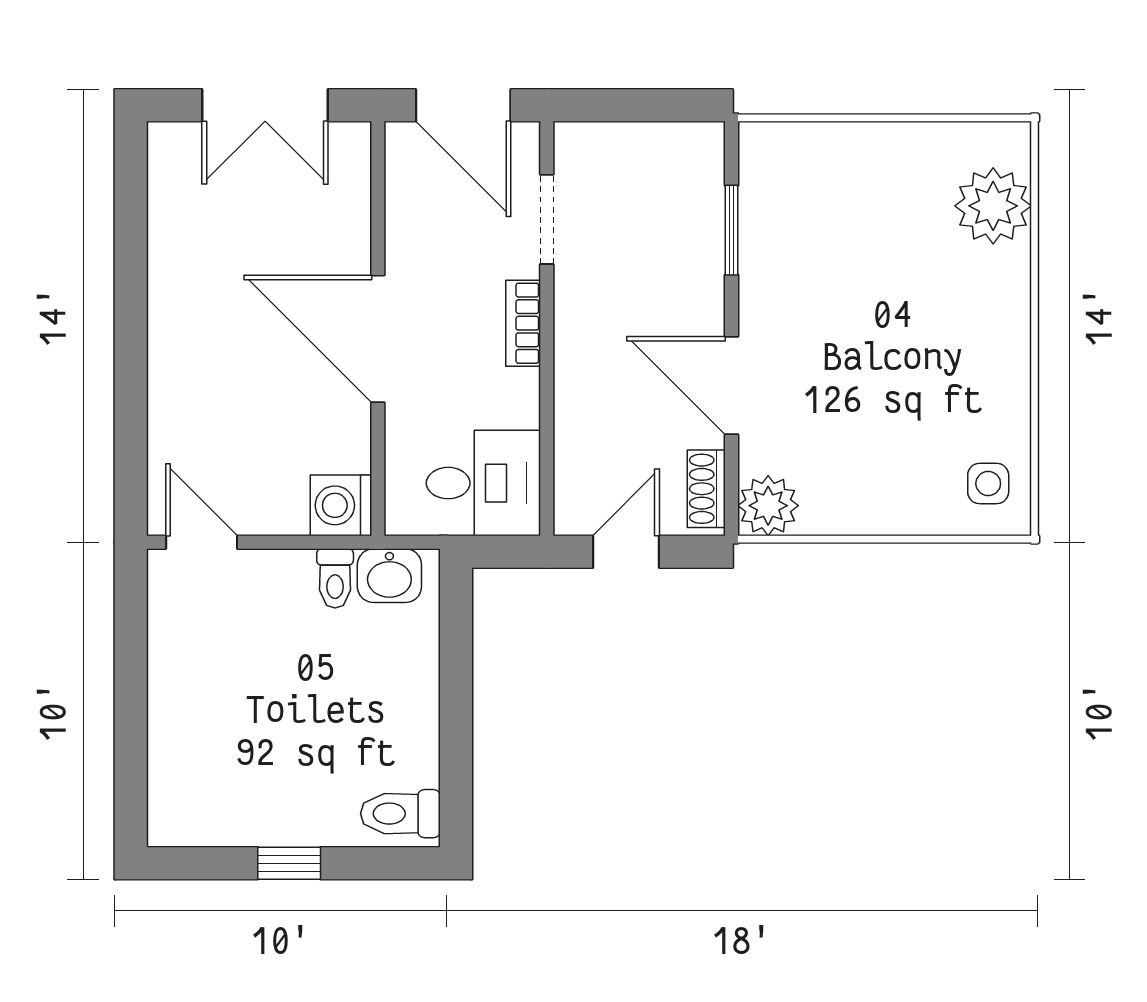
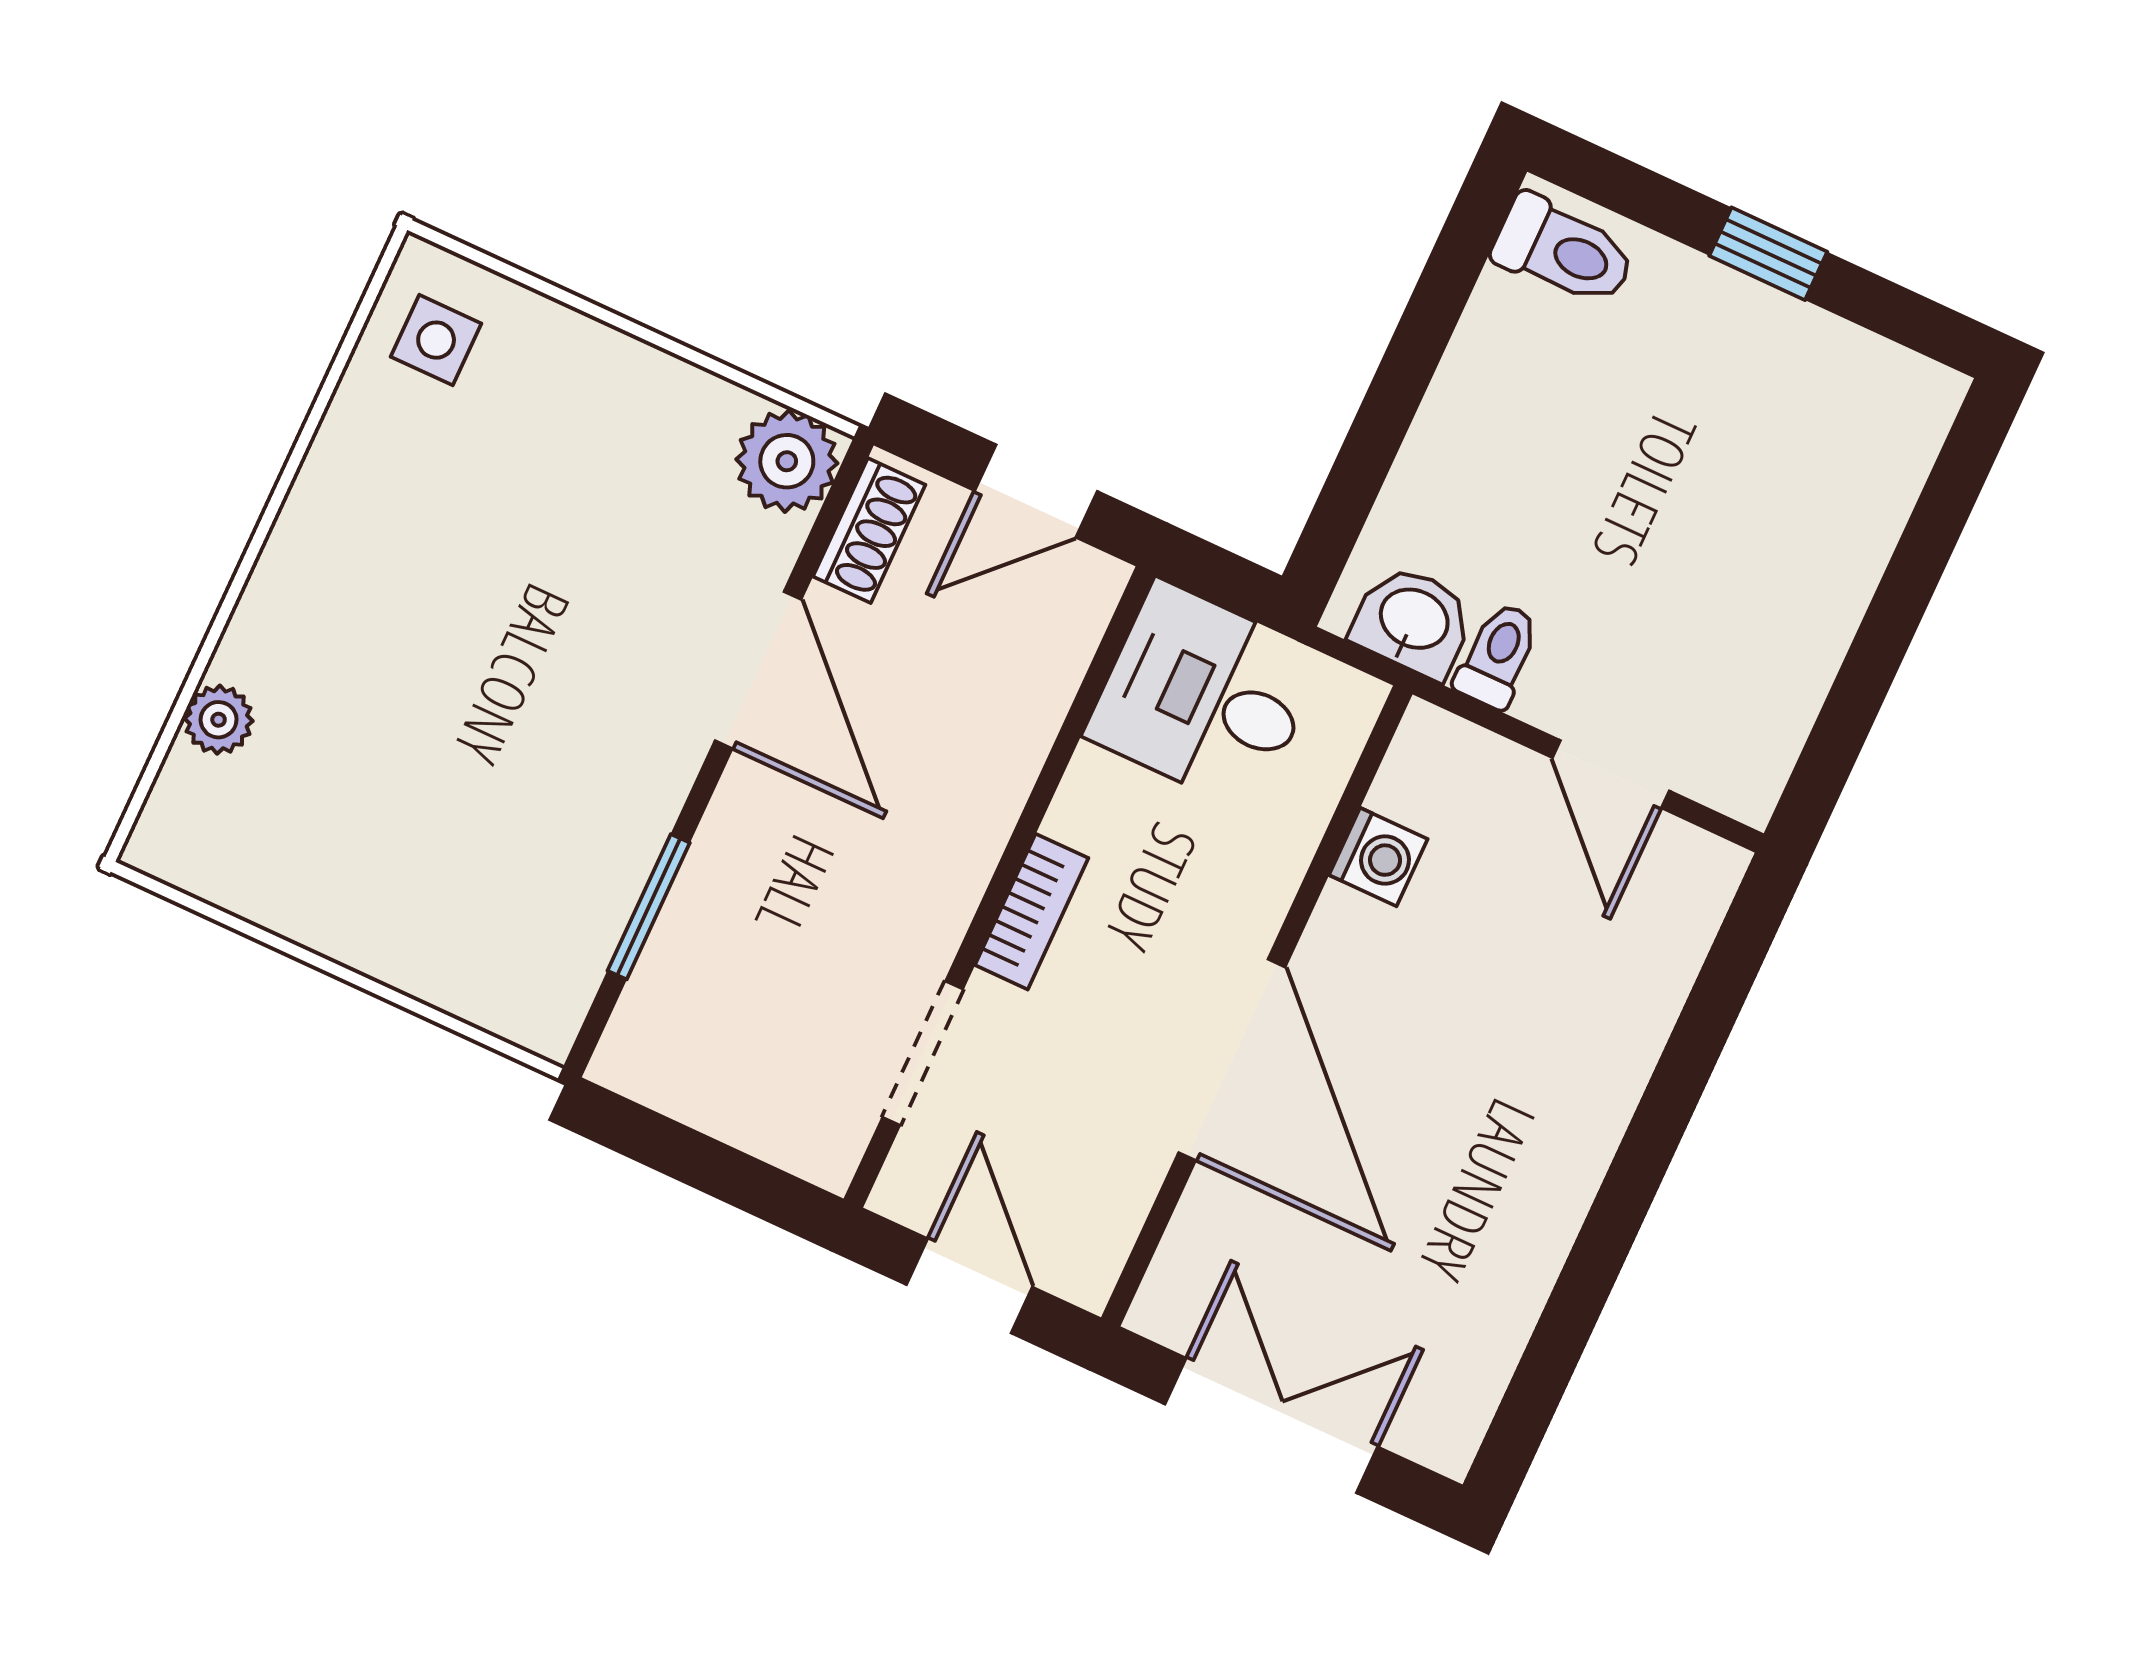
door: (463, 105) -> (970, 1286), width x0.73
plant: (993, 206) -> (219, 720), width x0.53, depth x0.53
door: (378, 339) -> (1232, 1060), moved
washing machine: (341, 505) -> (1378, 857), moved, width x0.73, depth x0.73
door: (202, 542) -> (1611, 774), moved

